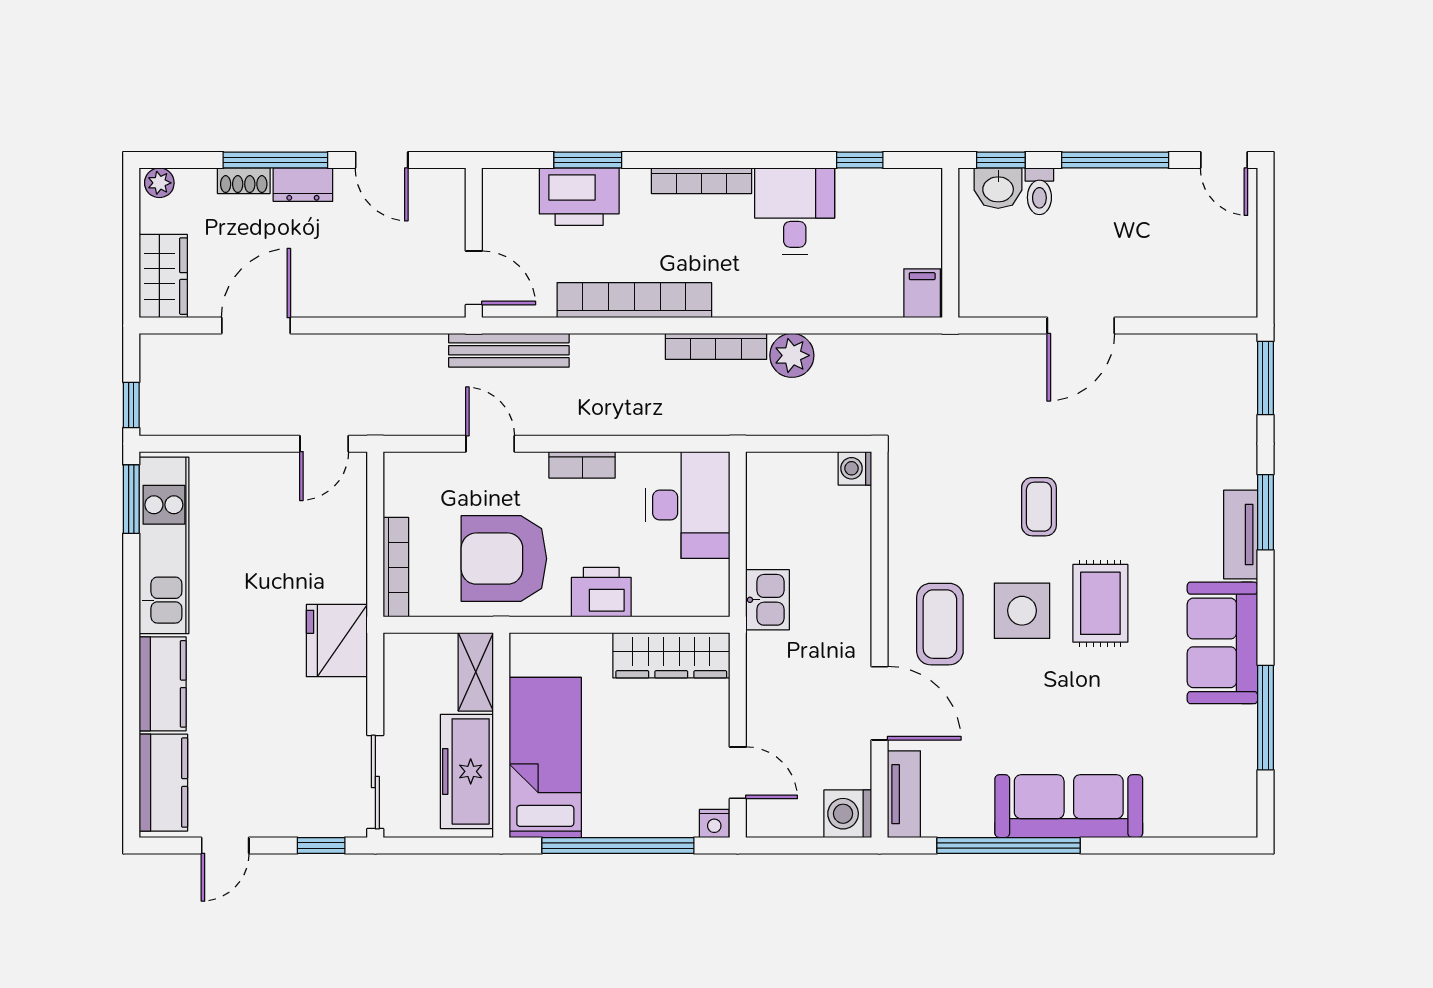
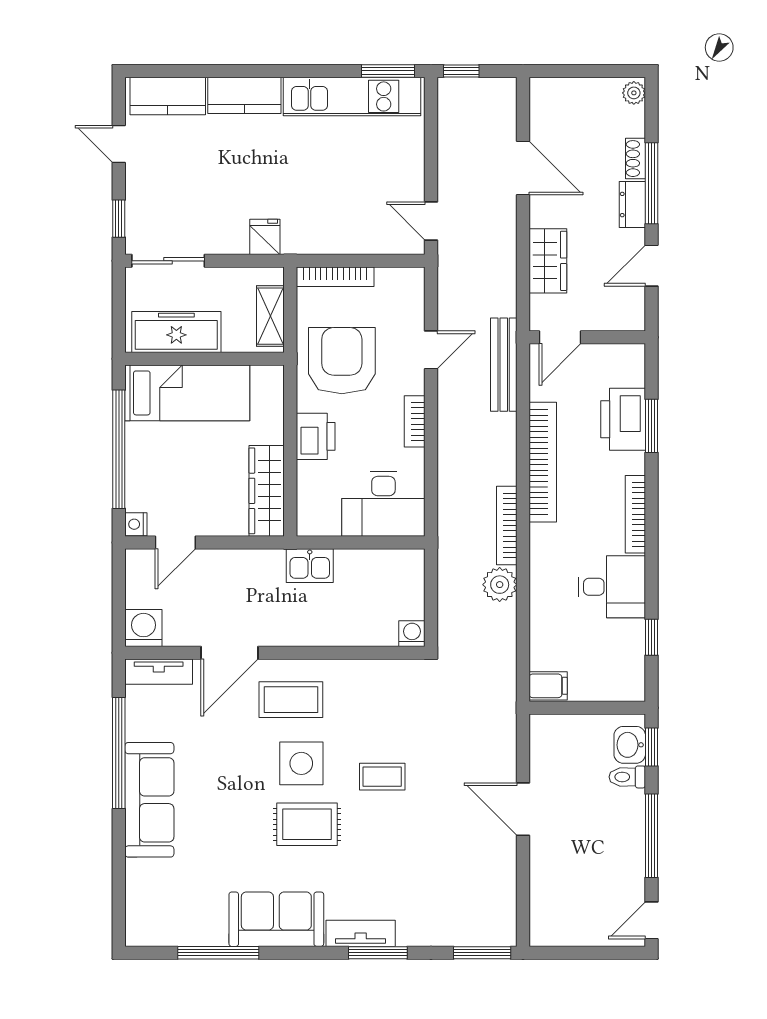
wardrobe: (163, 276) -> (548, 261), moved, turned -90
fridge: (337, 641) -> (265, 237), width x0.53, depth x0.75
shelving: (476, 672) -> (270, 316), moved, turned 90

